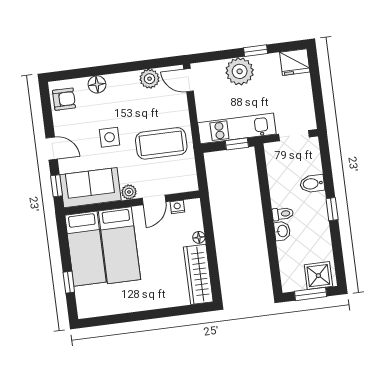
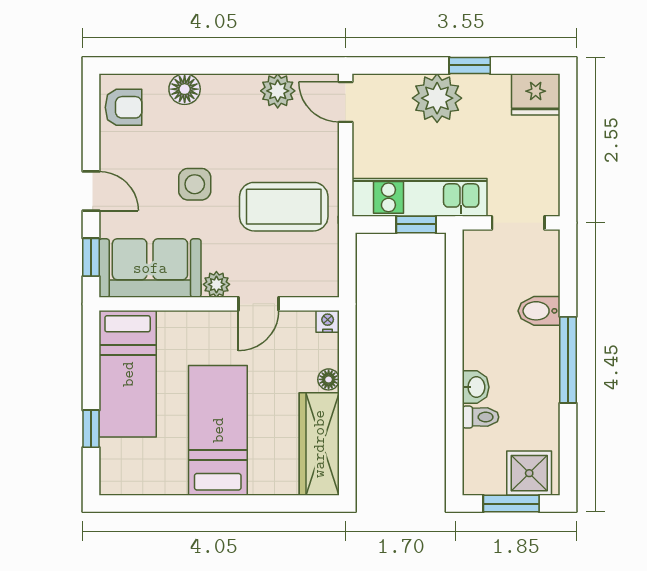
nightstand: (177, 207) -> (328, 321), moved
window: (332, 209) -> (568, 360), width x2.17
toilet: (283, 214) -> (481, 417), moved
bed: (119, 245) -> (218, 430), moved, turned 180

